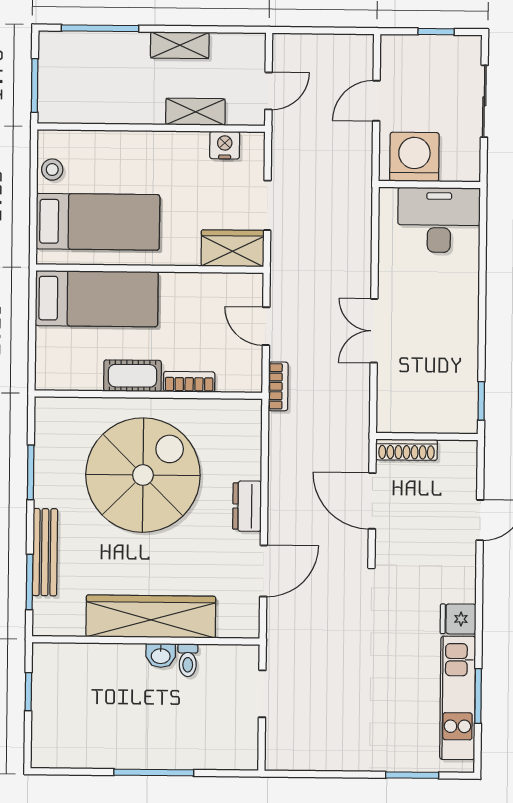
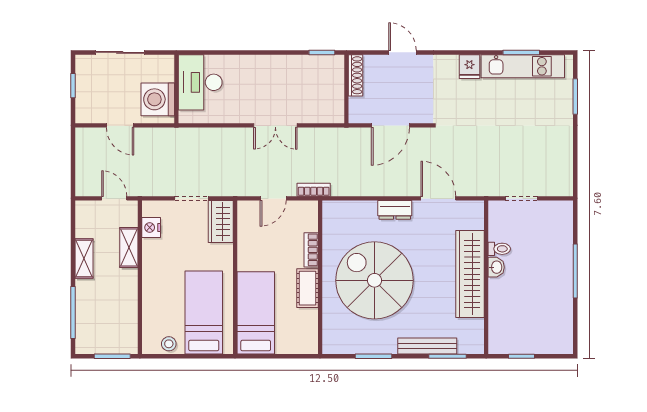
shoe rack: (407, 450) -> (355, 75), moved

